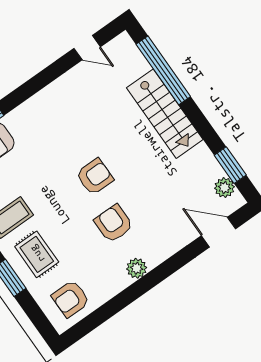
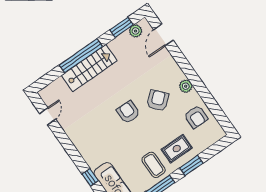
window: (163, 70) -> (81, 56), moved
armchair: (114, 224) -> (158, 100), turned 139
armchair: (71, 299) -> (196, 117), moved

